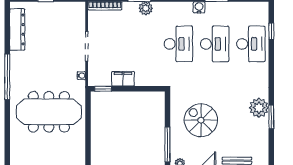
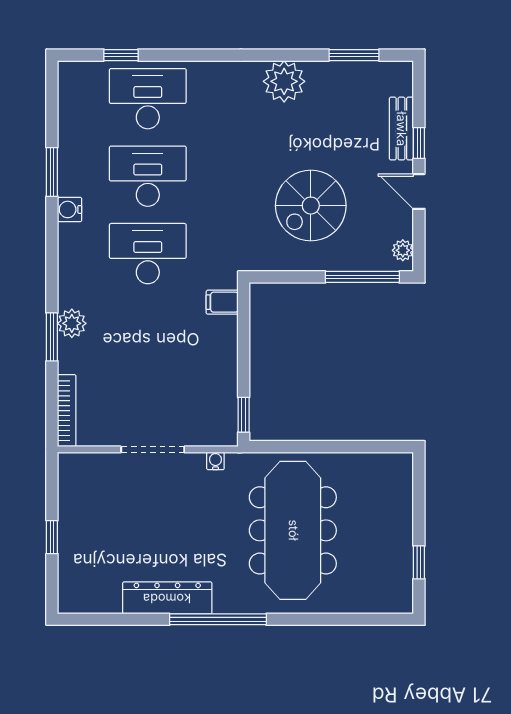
dresser: (17, 29) -> (167, 598), moved
filing cabinet: (123, 79) -> (222, 302), moved, width x0.50
window: (271, 117) -> (354, 55), moved

